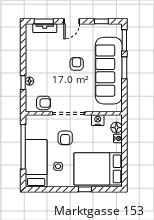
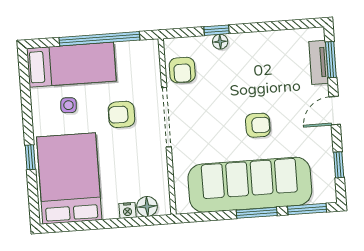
door: (72, 21) -> (335, 111), hinge flipped
nightstand: (98, 120) -> (158, 171), removed

